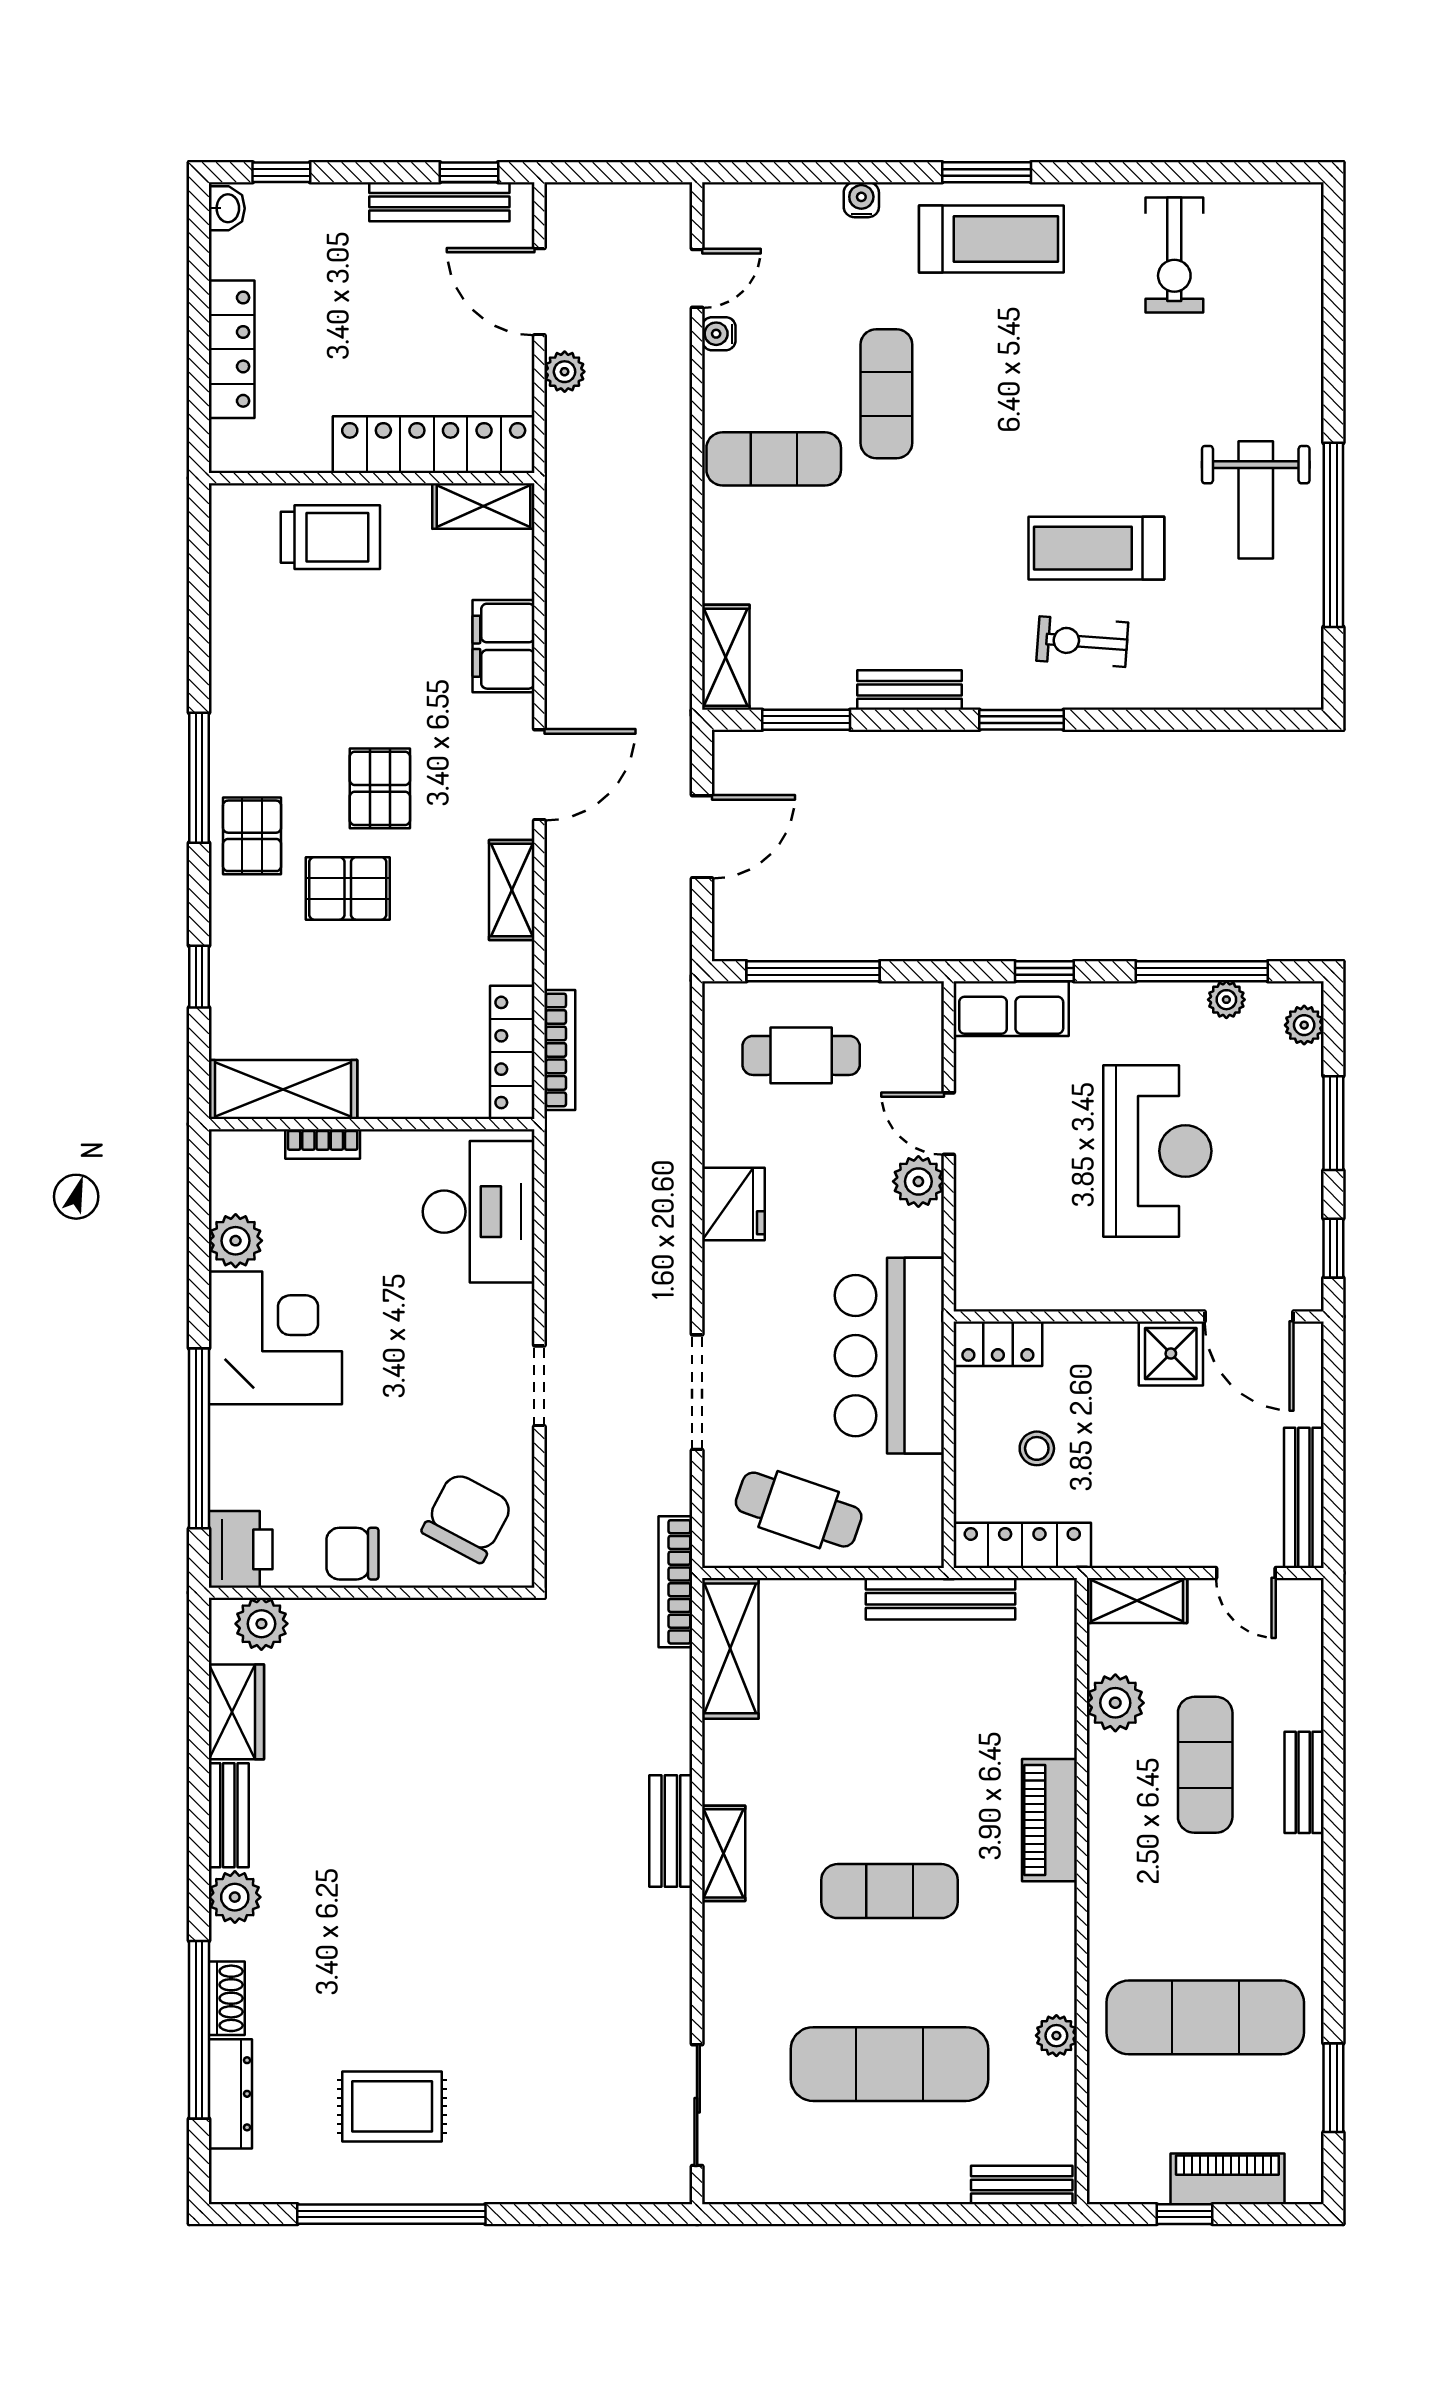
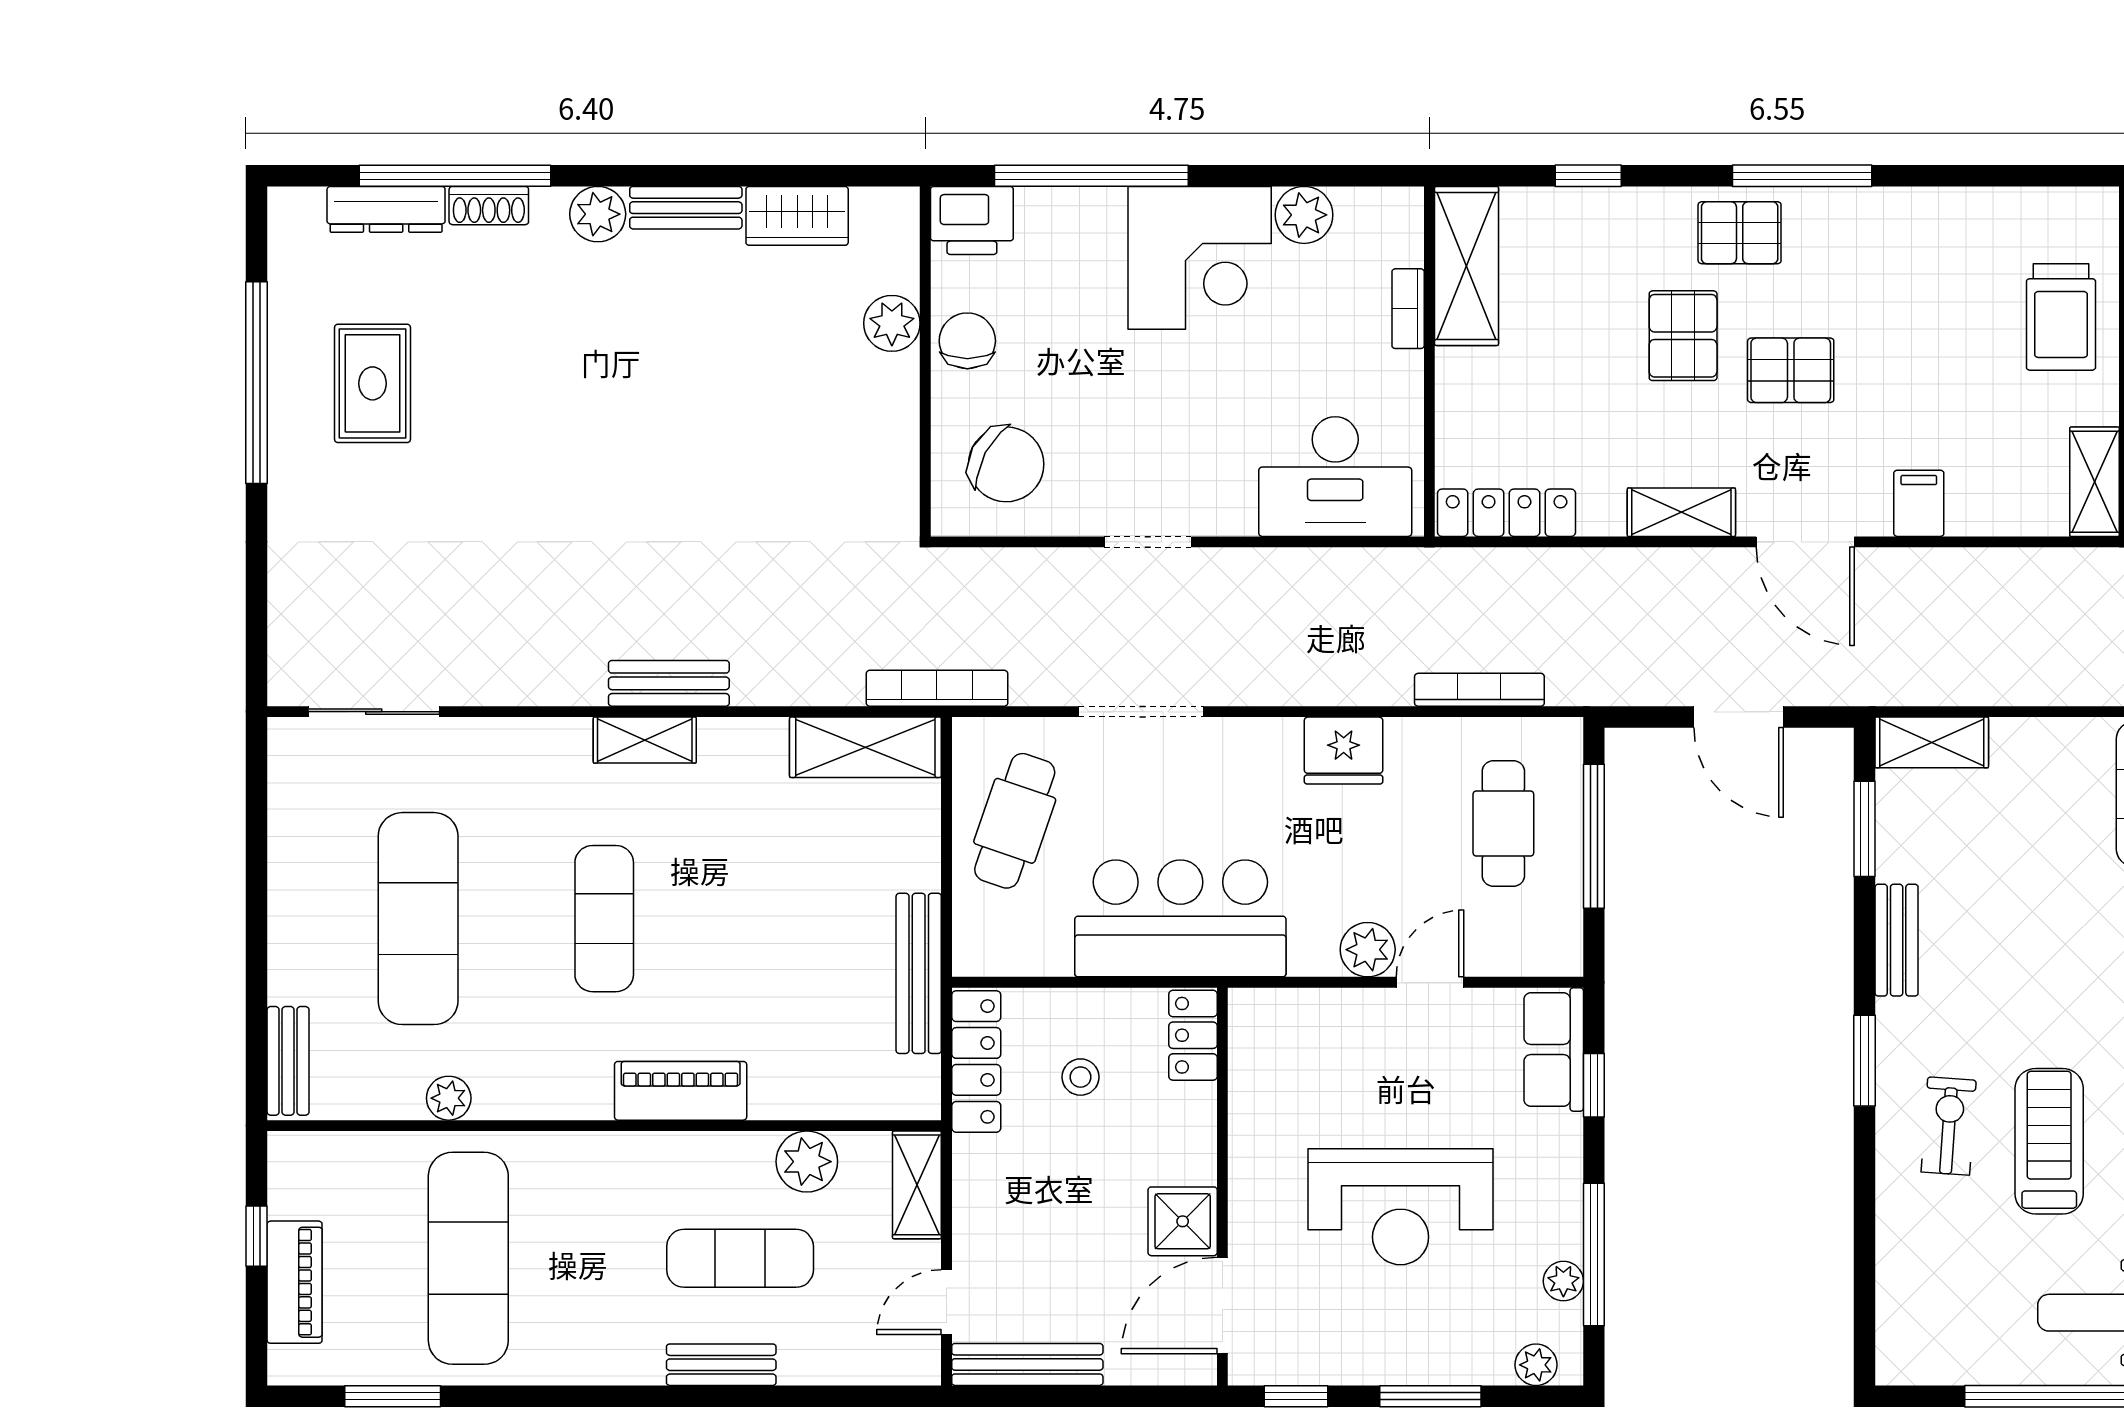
filing cabinet: (504, 646) -> (1919, 503), width x0.50
bookcase: (560, 1050) -> (1479, 690), moved, turned 180
plant: (261, 1624) -> (892, 323), moved

